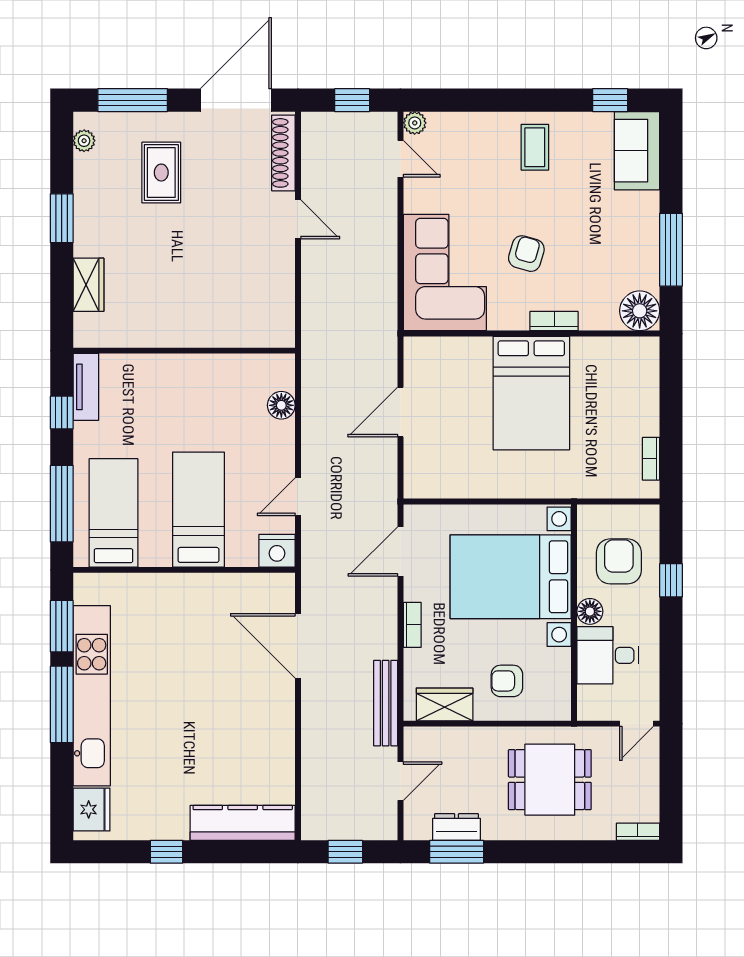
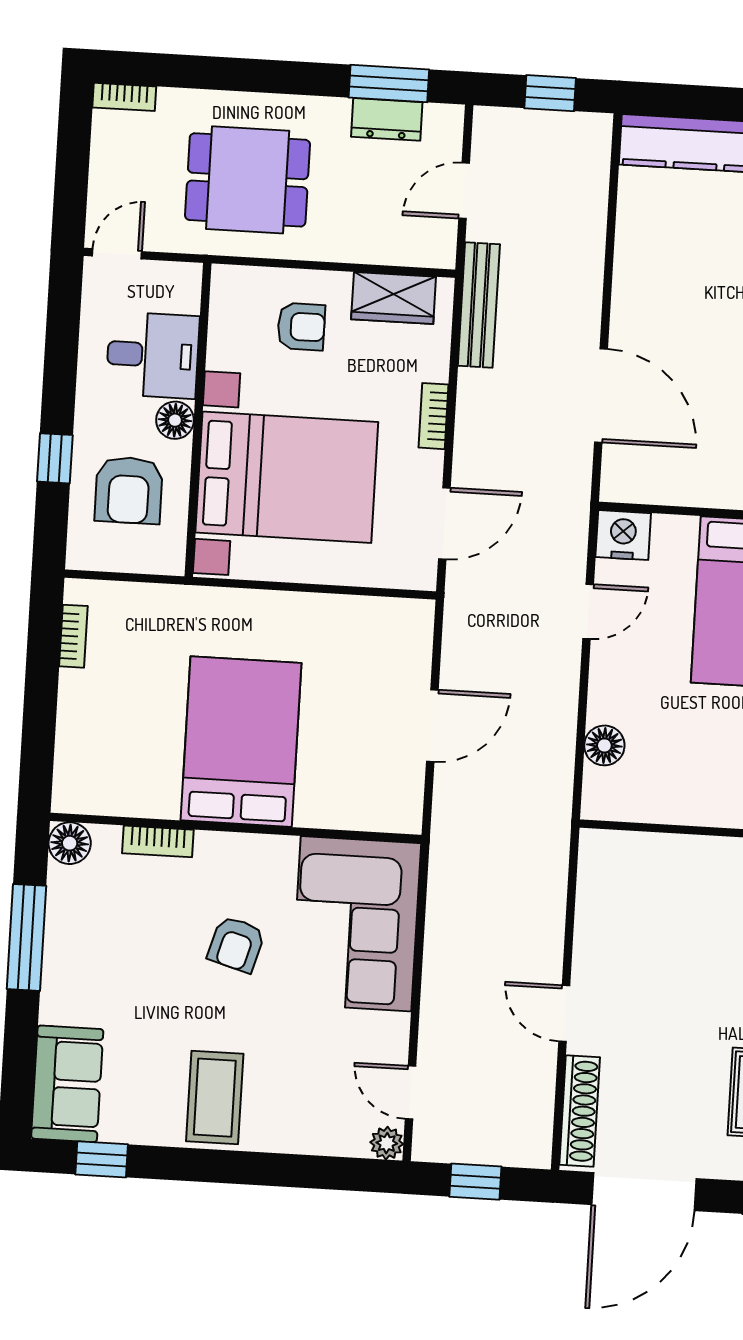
coffee table: (535, 147) -> (215, 1098), width x1.36, depth x1.30
floor lamp: (640, 311) -> (70, 843), width x0.73, depth x0.73
bookcase: (554, 321) -> (158, 841), moved

